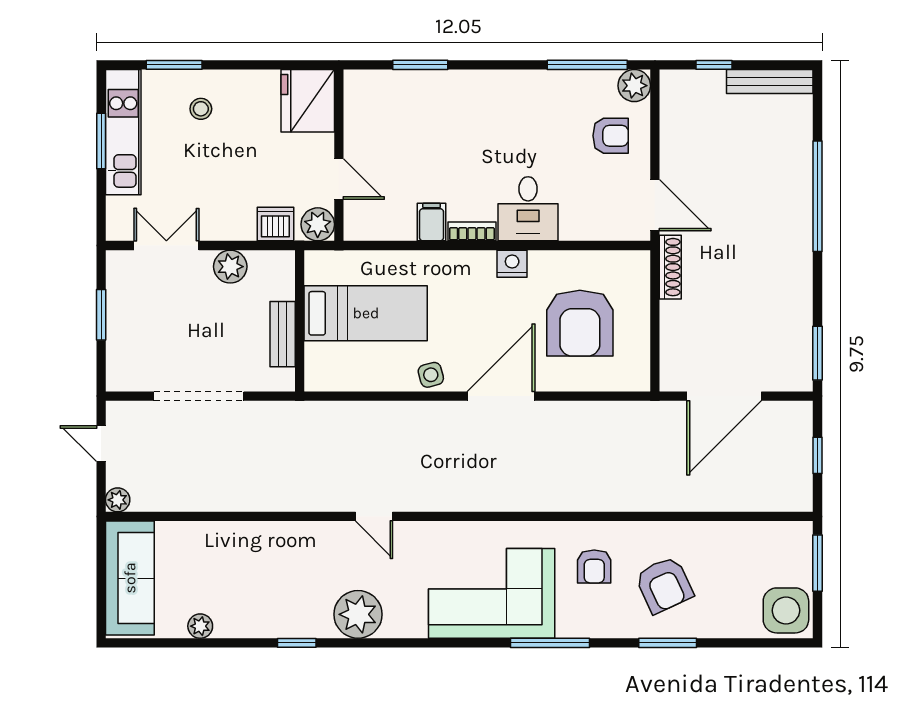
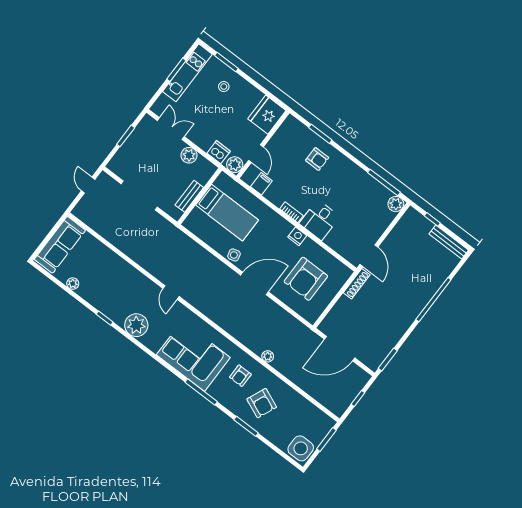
armchair: (611, 136) -> (317, 159), moved
filing cabinet: (432, 222) -> (261, 184), moved
plant: (118, 500) -> (268, 356), moved
armchair: (664, 585) -> (262, 403), turned -42

